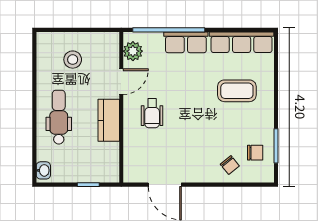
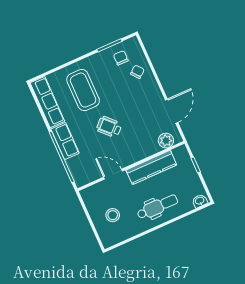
plant: (133, 51) -> (166, 141), moved
coffee table: (237, 91) -> (83, 90), width x1.36, depth x1.32
wheelchair: (152, 113) -> (109, 127), moved, turned -134
dental chair: (59, 117) -> (157, 207), turned 180
kitchen counter: (109, 120) -> (151, 167), width x1.50

